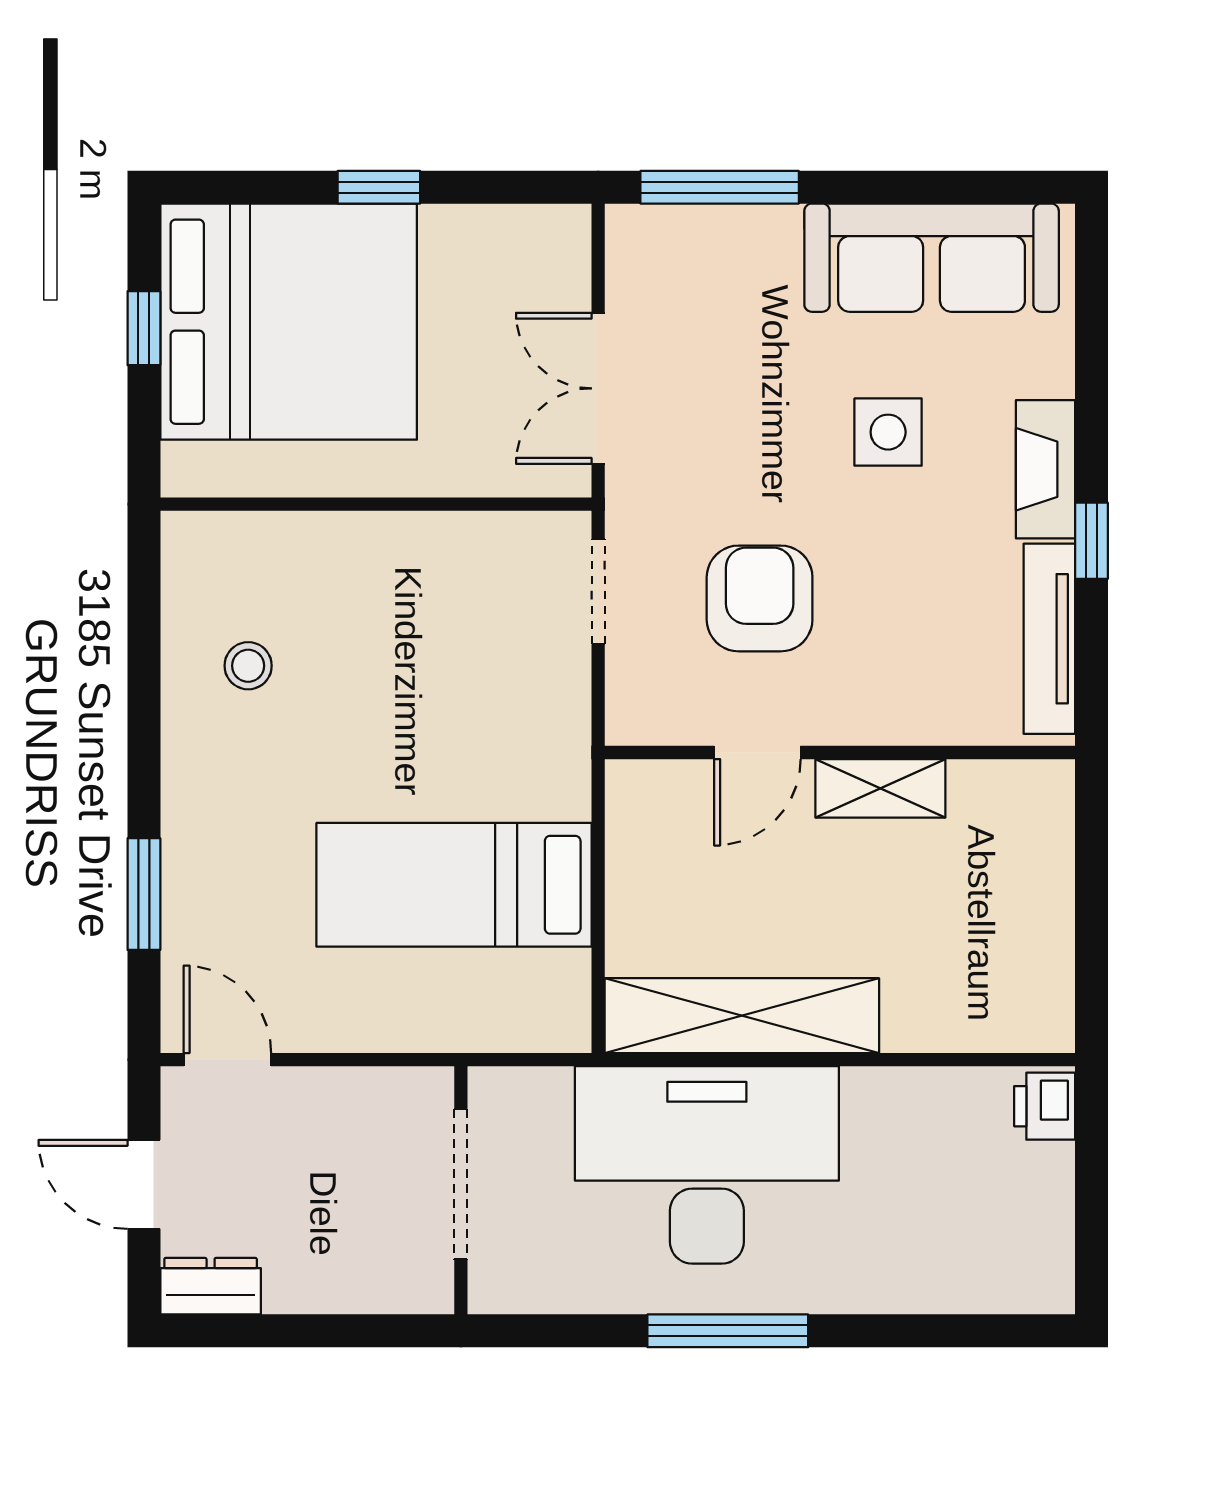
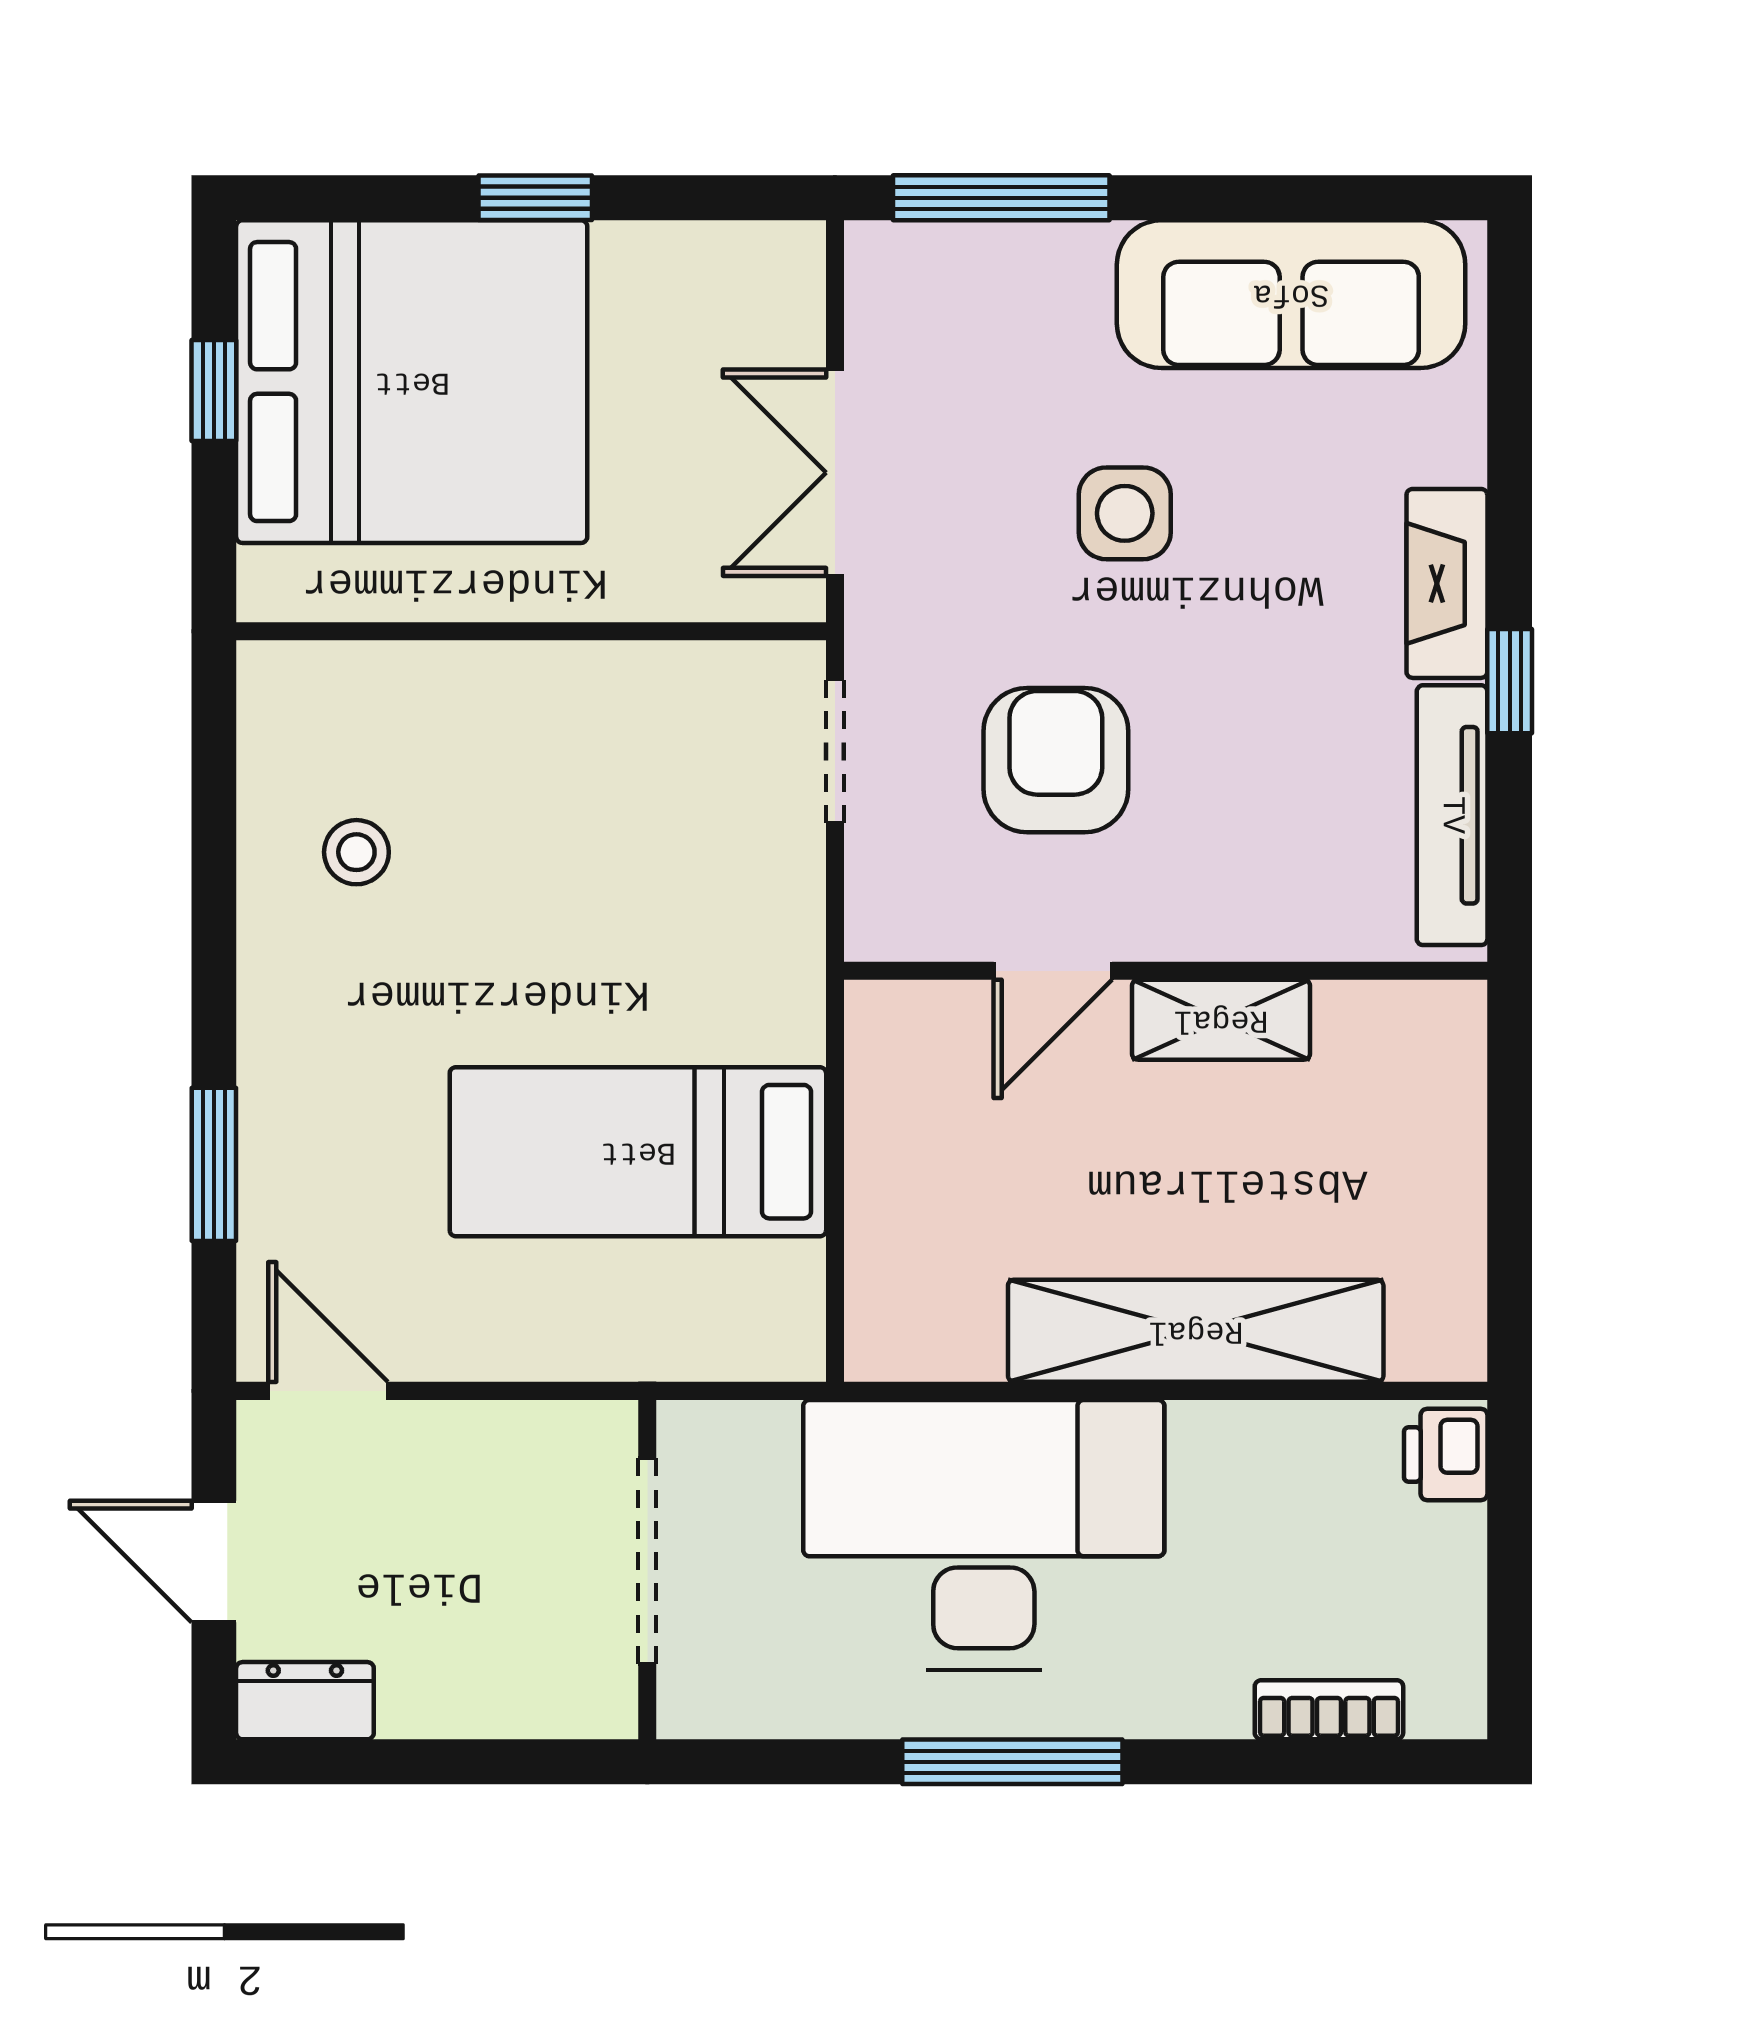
side table: (888, 432) -> (1125, 513), moved
shelving: (742, 1016) -> (1196, 1331), moved
bookcase: (959, 1293) -> (1329, 1710), added

